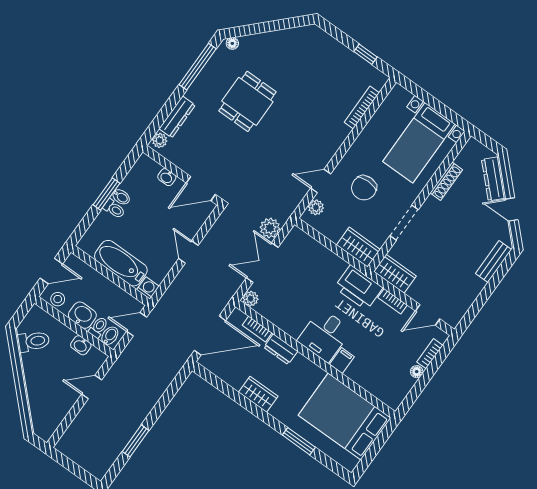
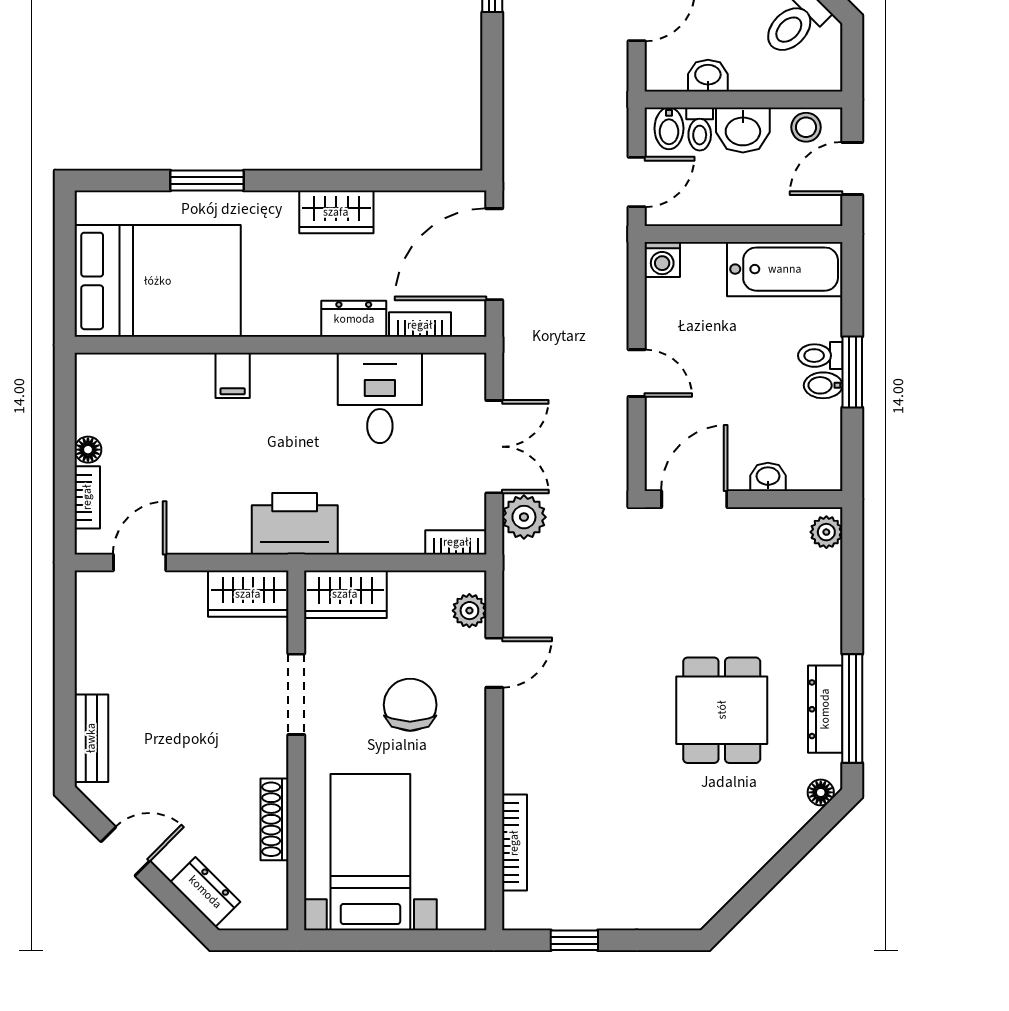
dresser: (177, 117) -> (825, 709), moved
dresser: (493, 179) -> (205, 892), width x0.70
bathtub: (121, 263) -> (785, 269), moved
plant: (251, 299) -> (470, 369), removed
bookcase: (393, 301) -> (456, 542), moved
desk: (324, 335) -> (380, 398), moved

